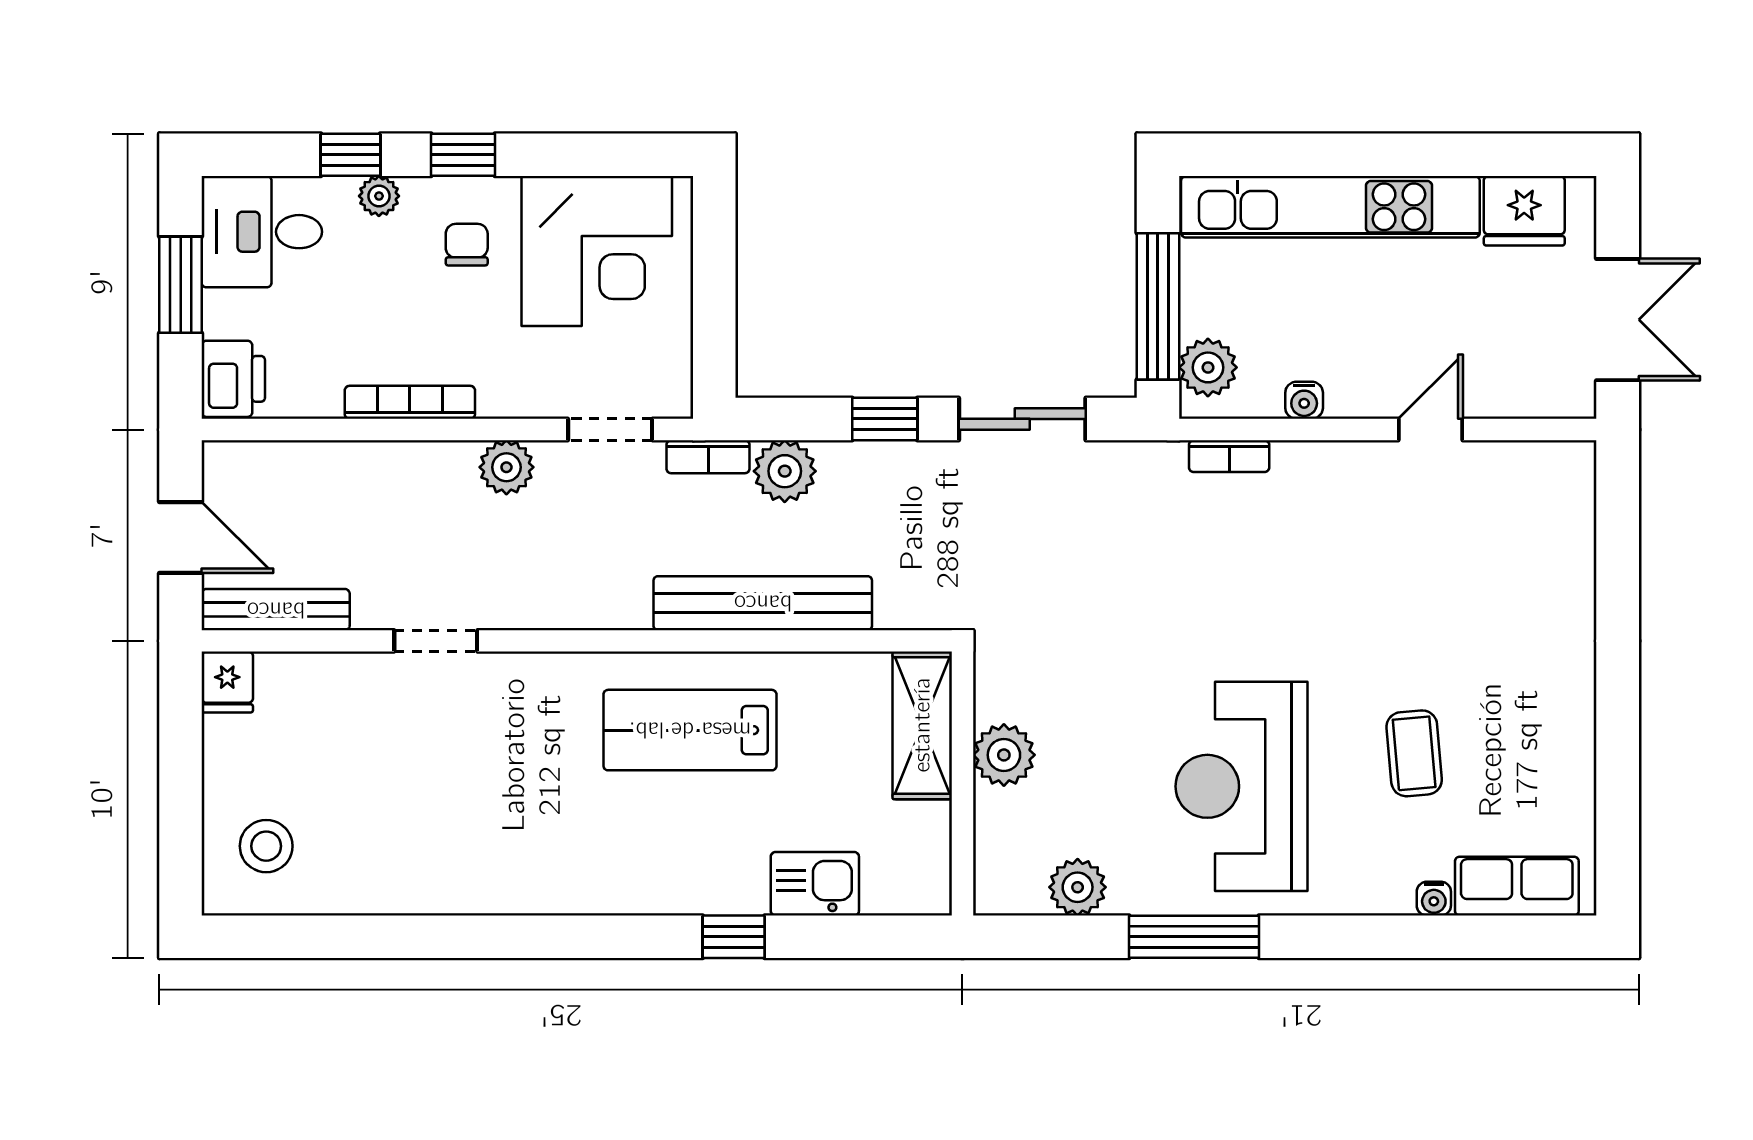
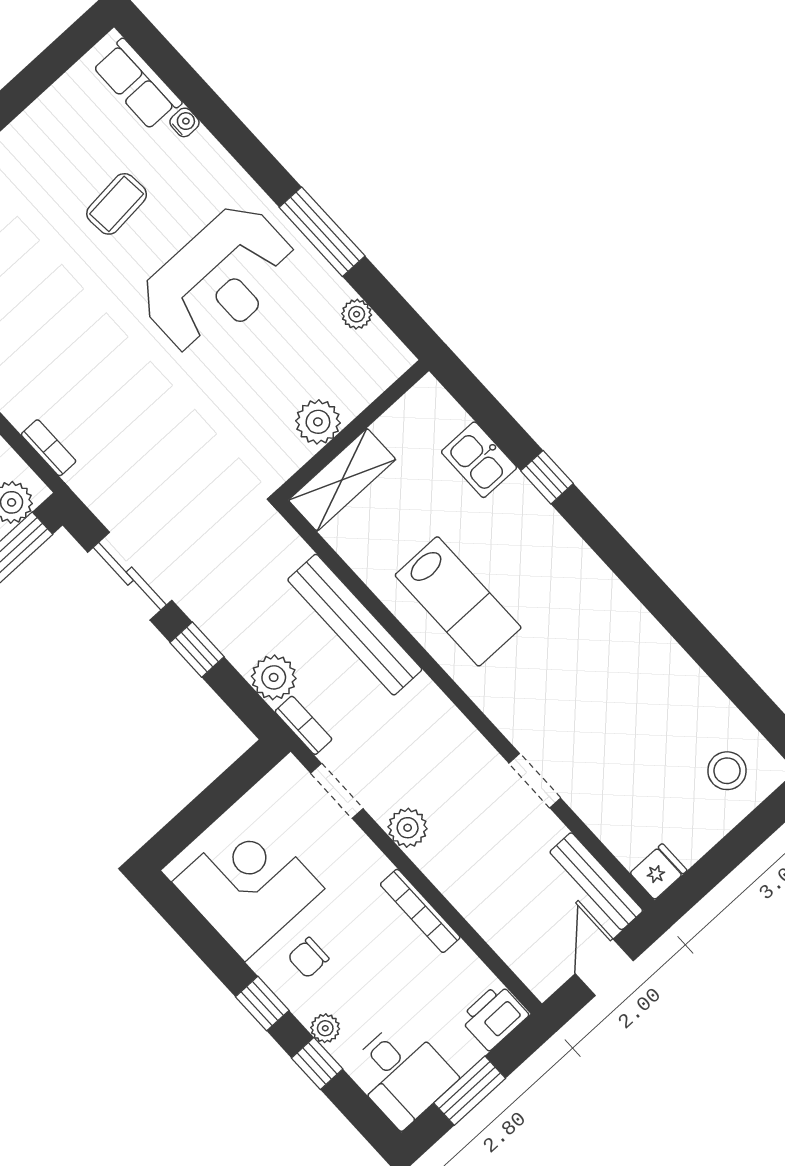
plant: (1078, 887) -> (357, 314), width x0.73, depth x0.73

